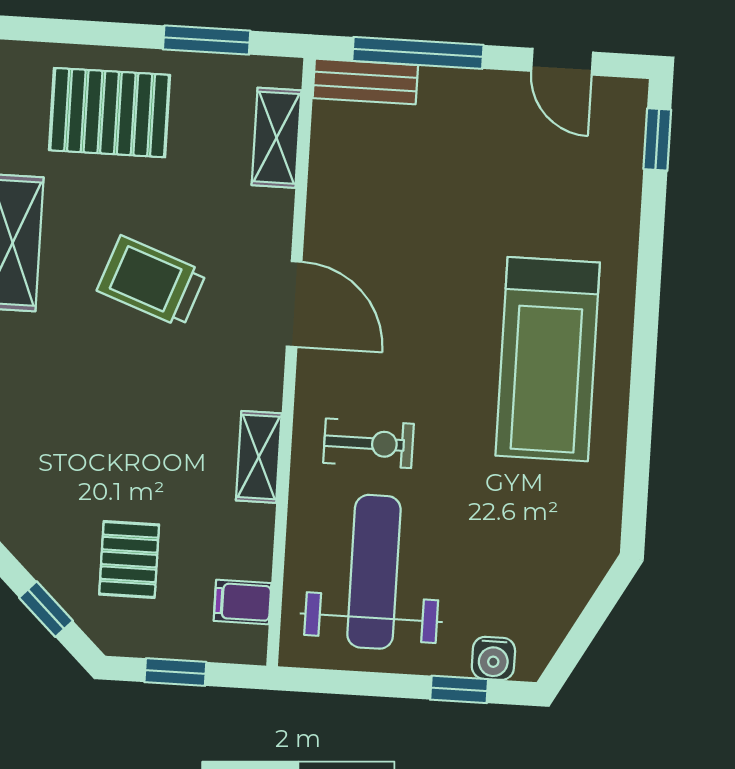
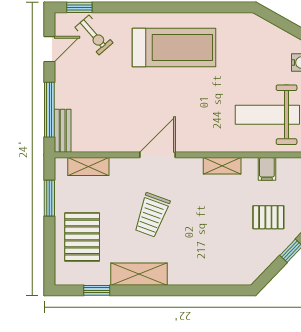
exercise bike: (369, 443) -> (94, 35), moved, turned 139
filing cabinet: (242, 602) -> (267, 169), moved

